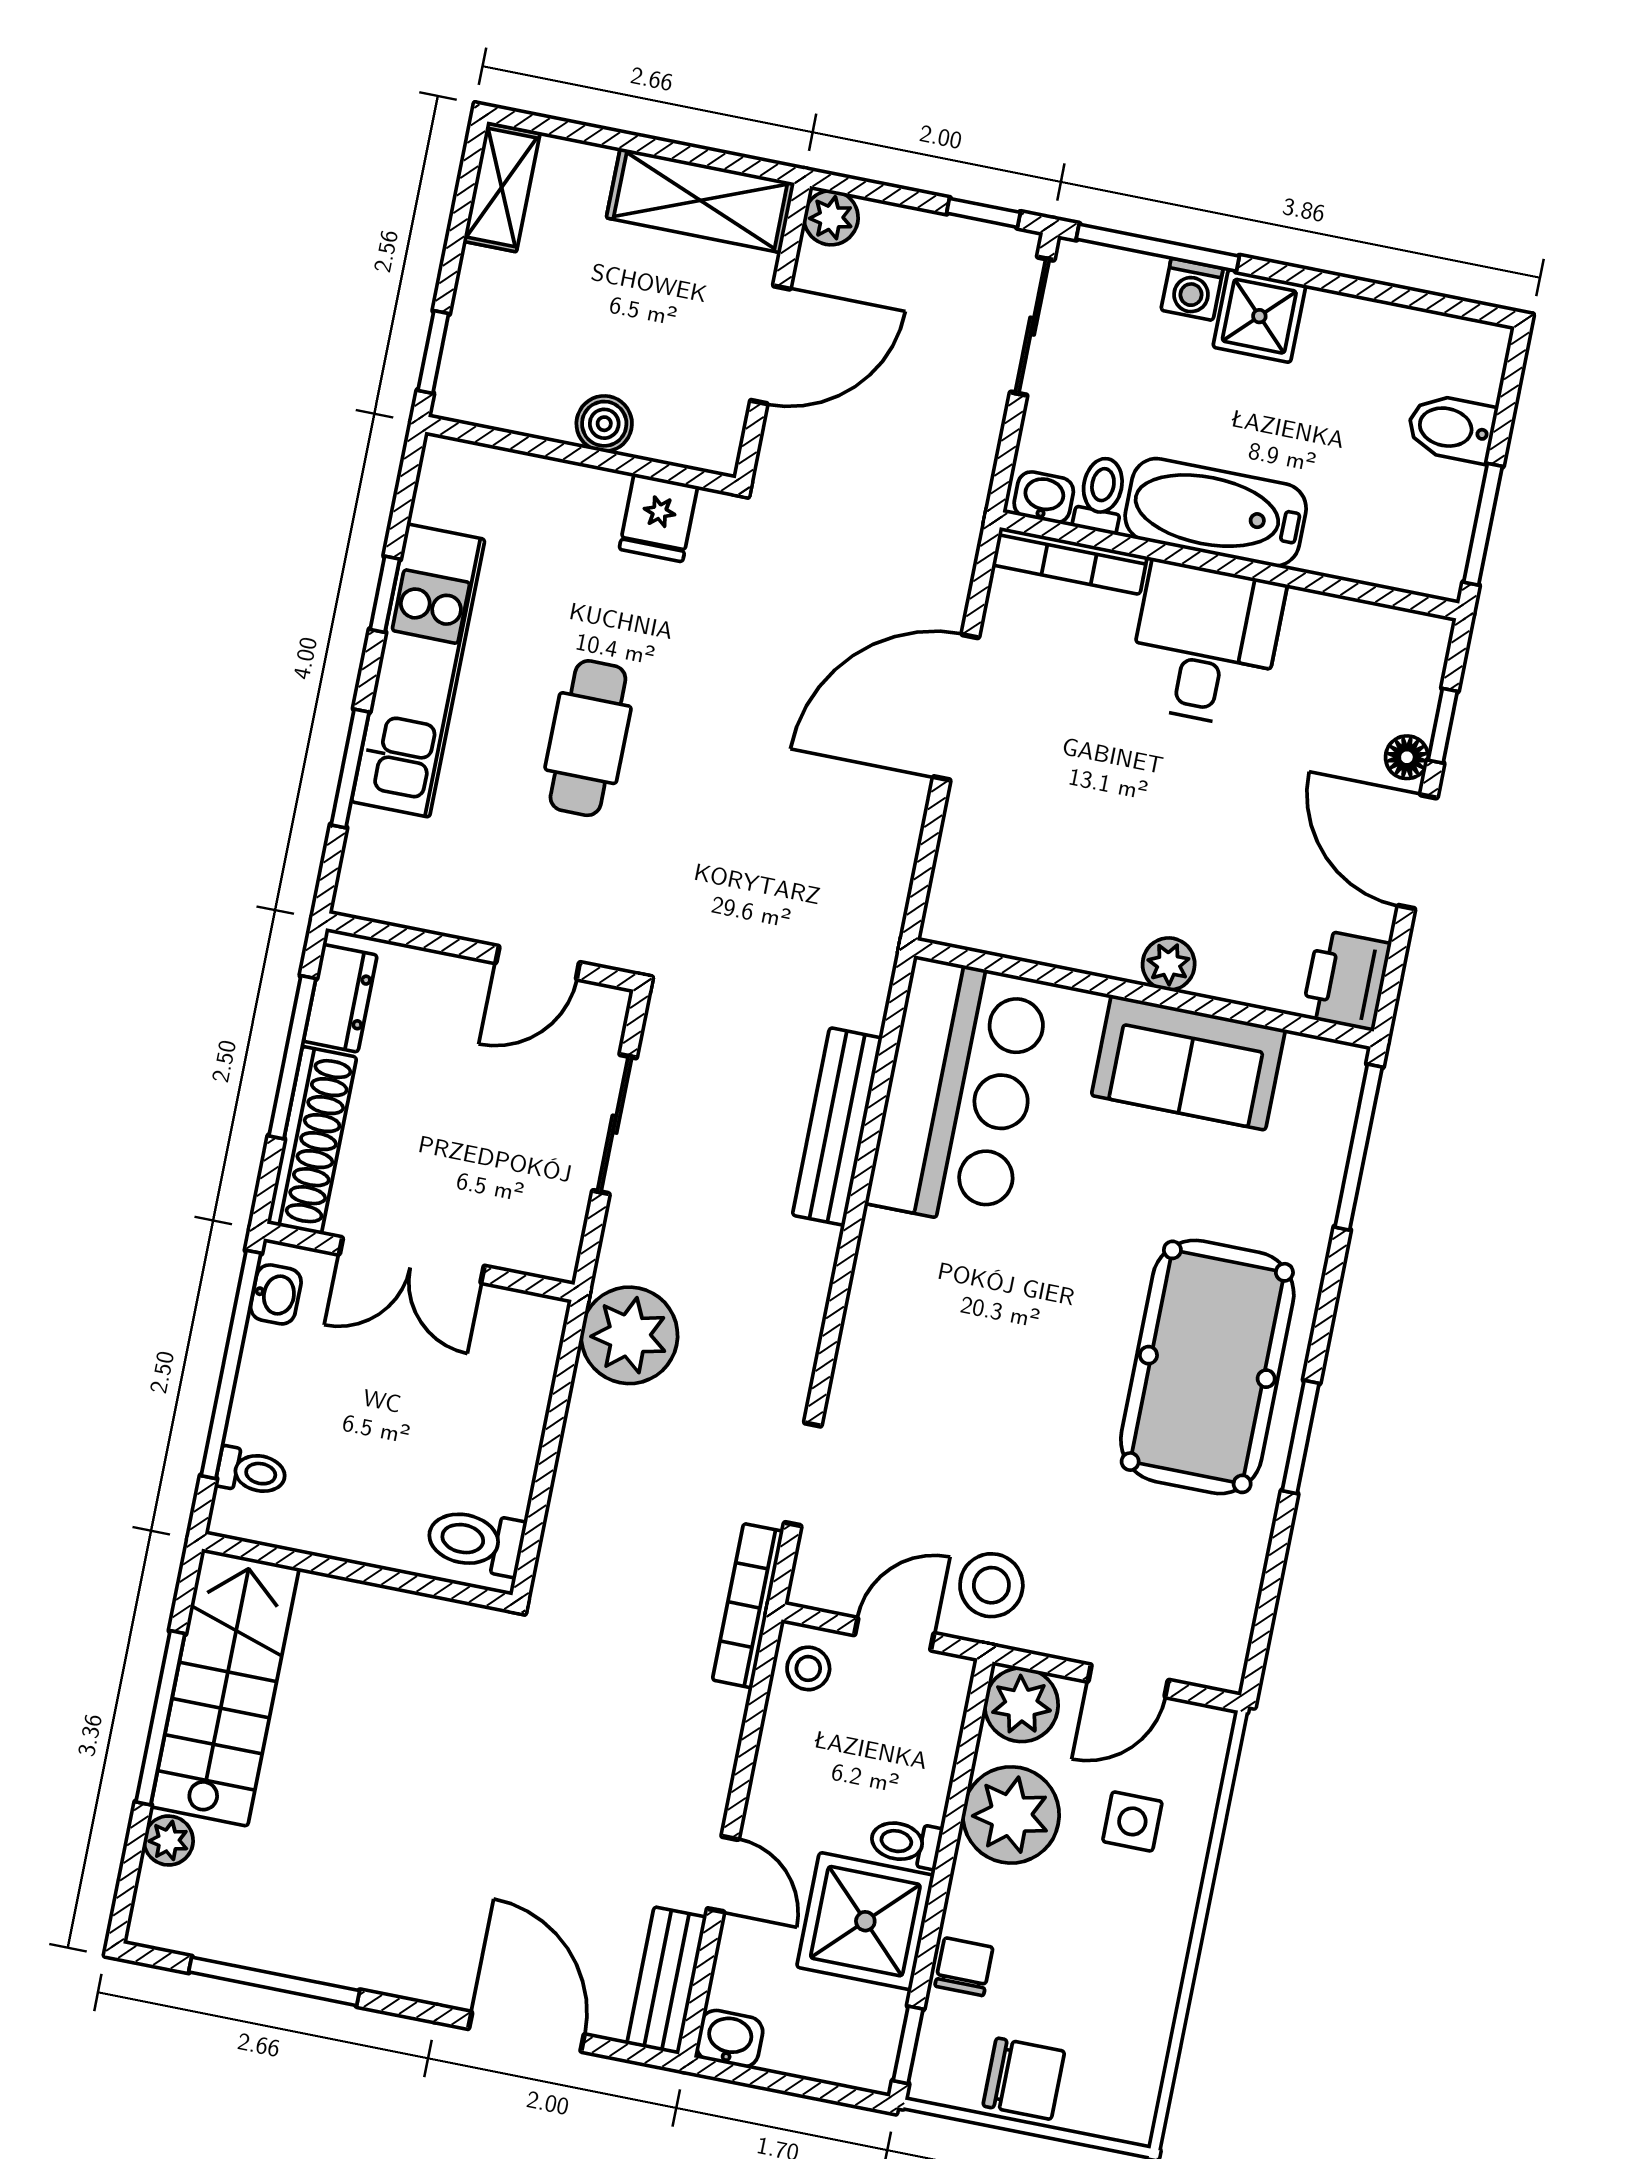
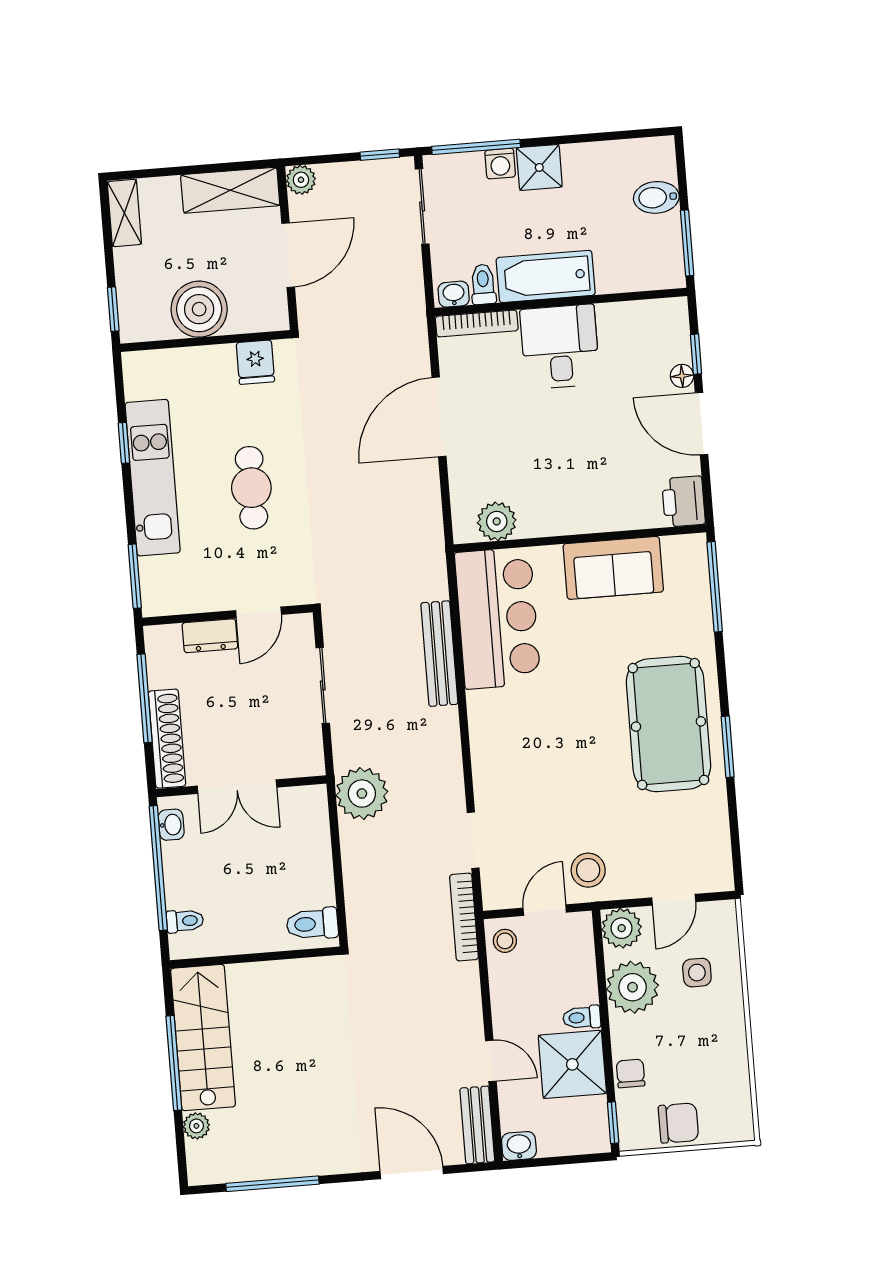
boiler: (604, 424) -> (199, 309), width x1.86, depth x1.86
window: (350, 768) -> (135, 576), moved
plant: (1169, 964) -> (497, 521), moved, width x1.38, depth x1.38
dresser: (340, 998) -> (210, 636), moved, turned 90

